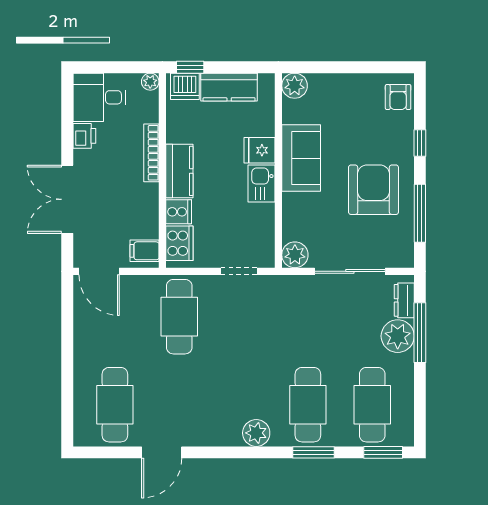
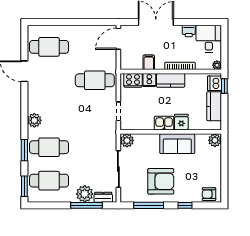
filing cabinet: (145, 251) -> (149, 62), moved

